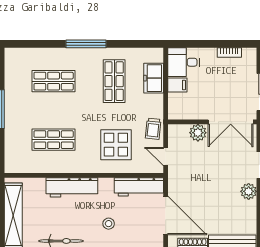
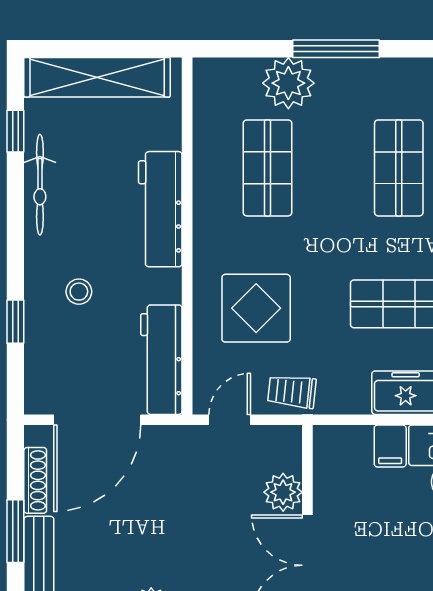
plant: (16, 130) -> (288, 83), added

